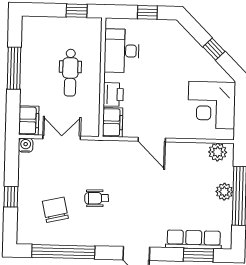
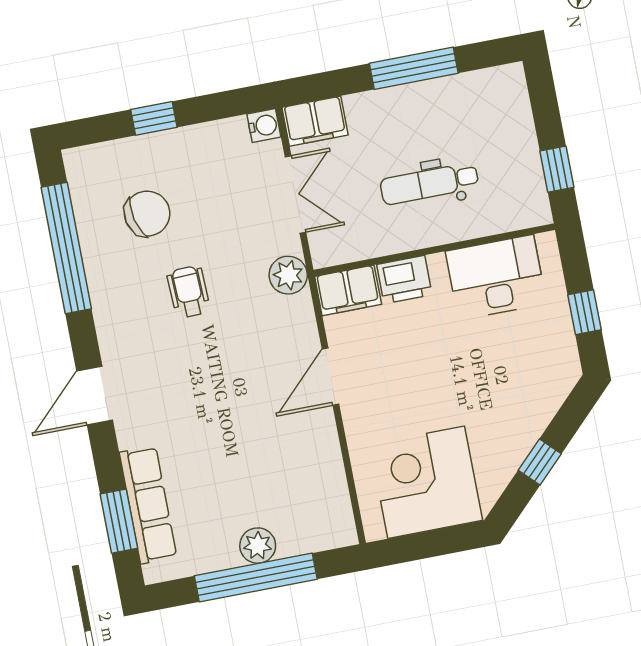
plant: (218, 152) -> (288, 275), moved

